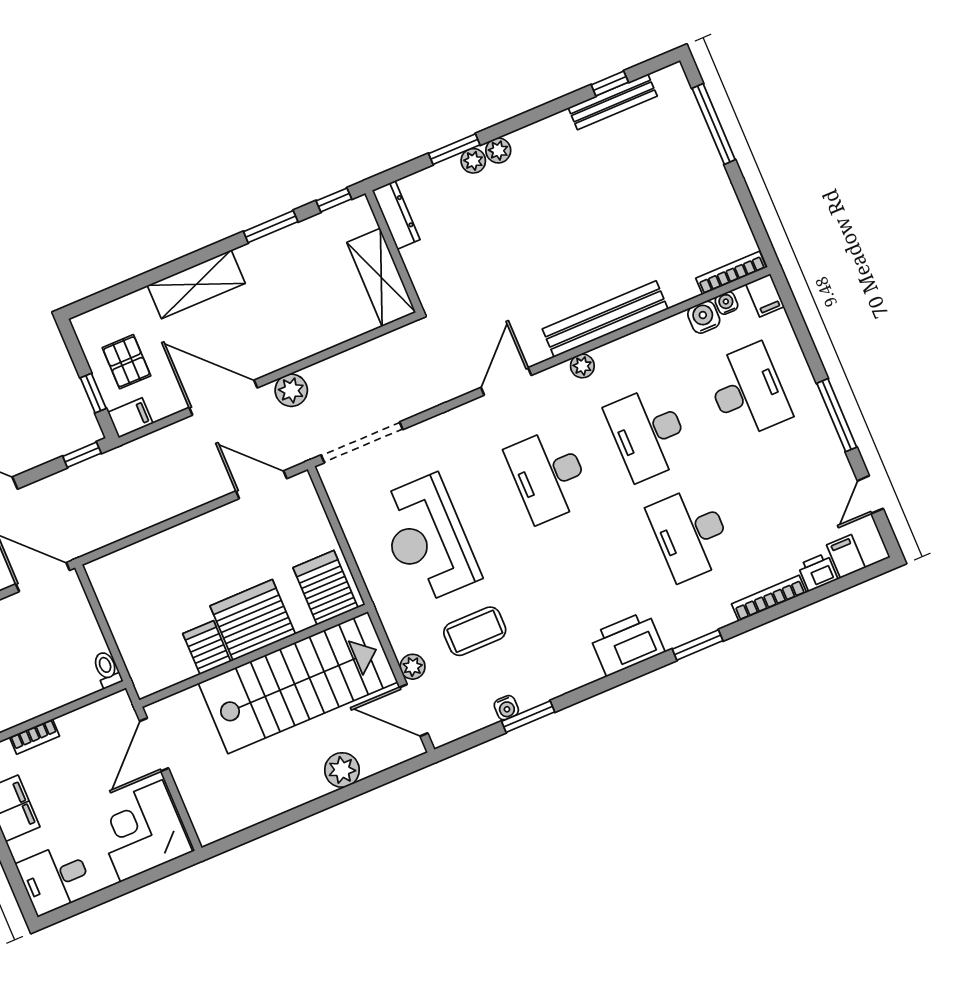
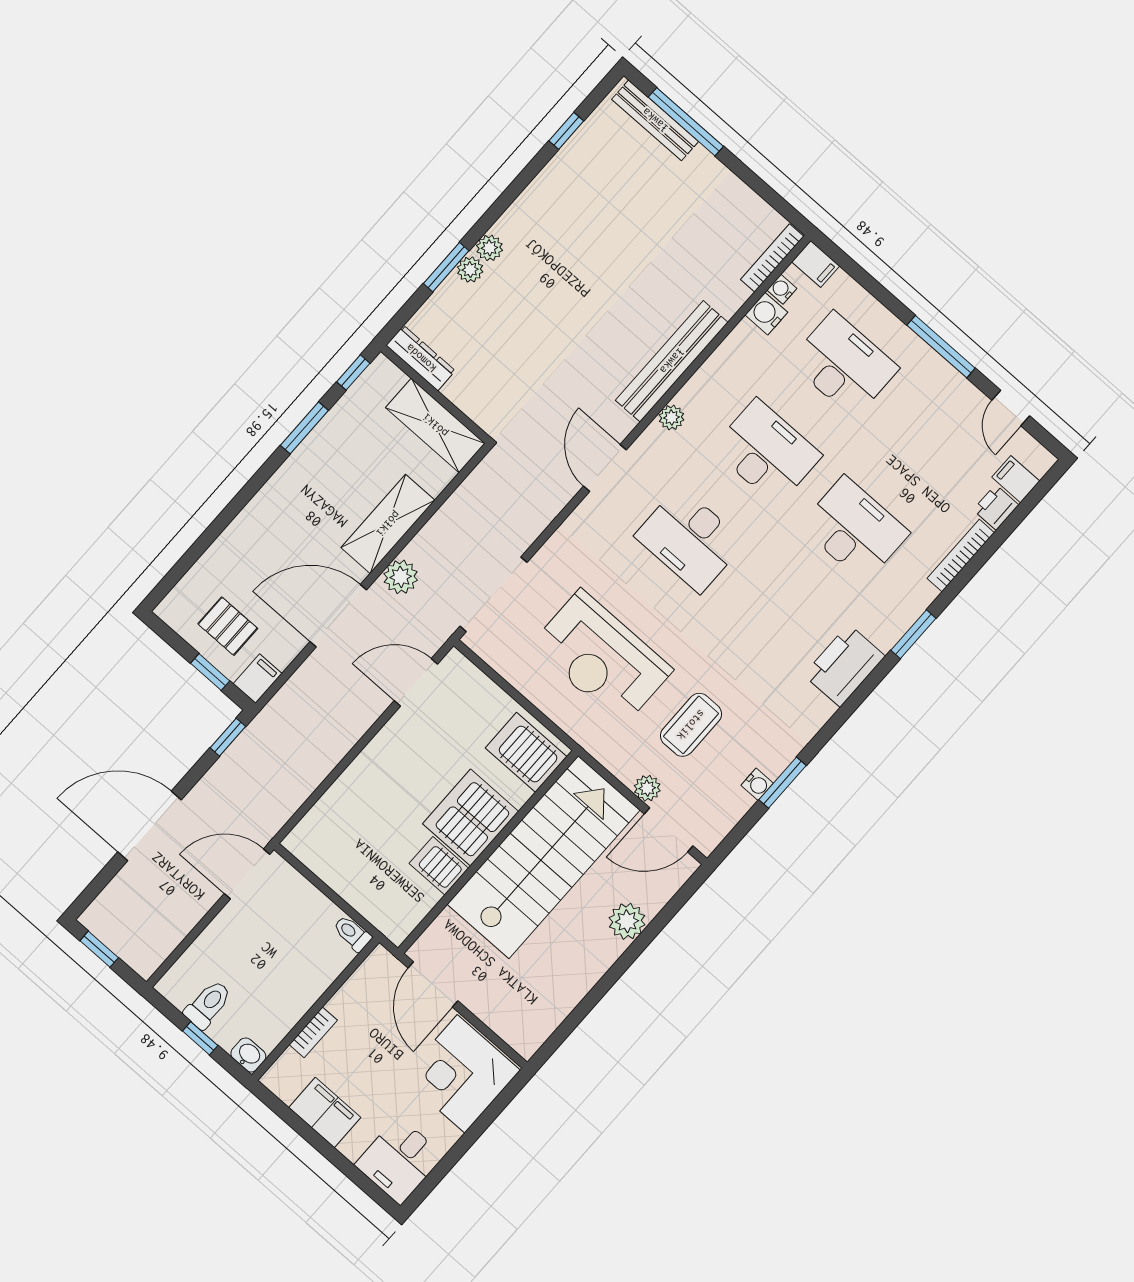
bench: (613, 102) -> (655, 120), moved, turned 90
shelving: (196, 284) -> (388, 524), moved
desk: (648, 433) -> (767, 452), turned 180
desk: (691, 533) -> (855, 529), turned 180

